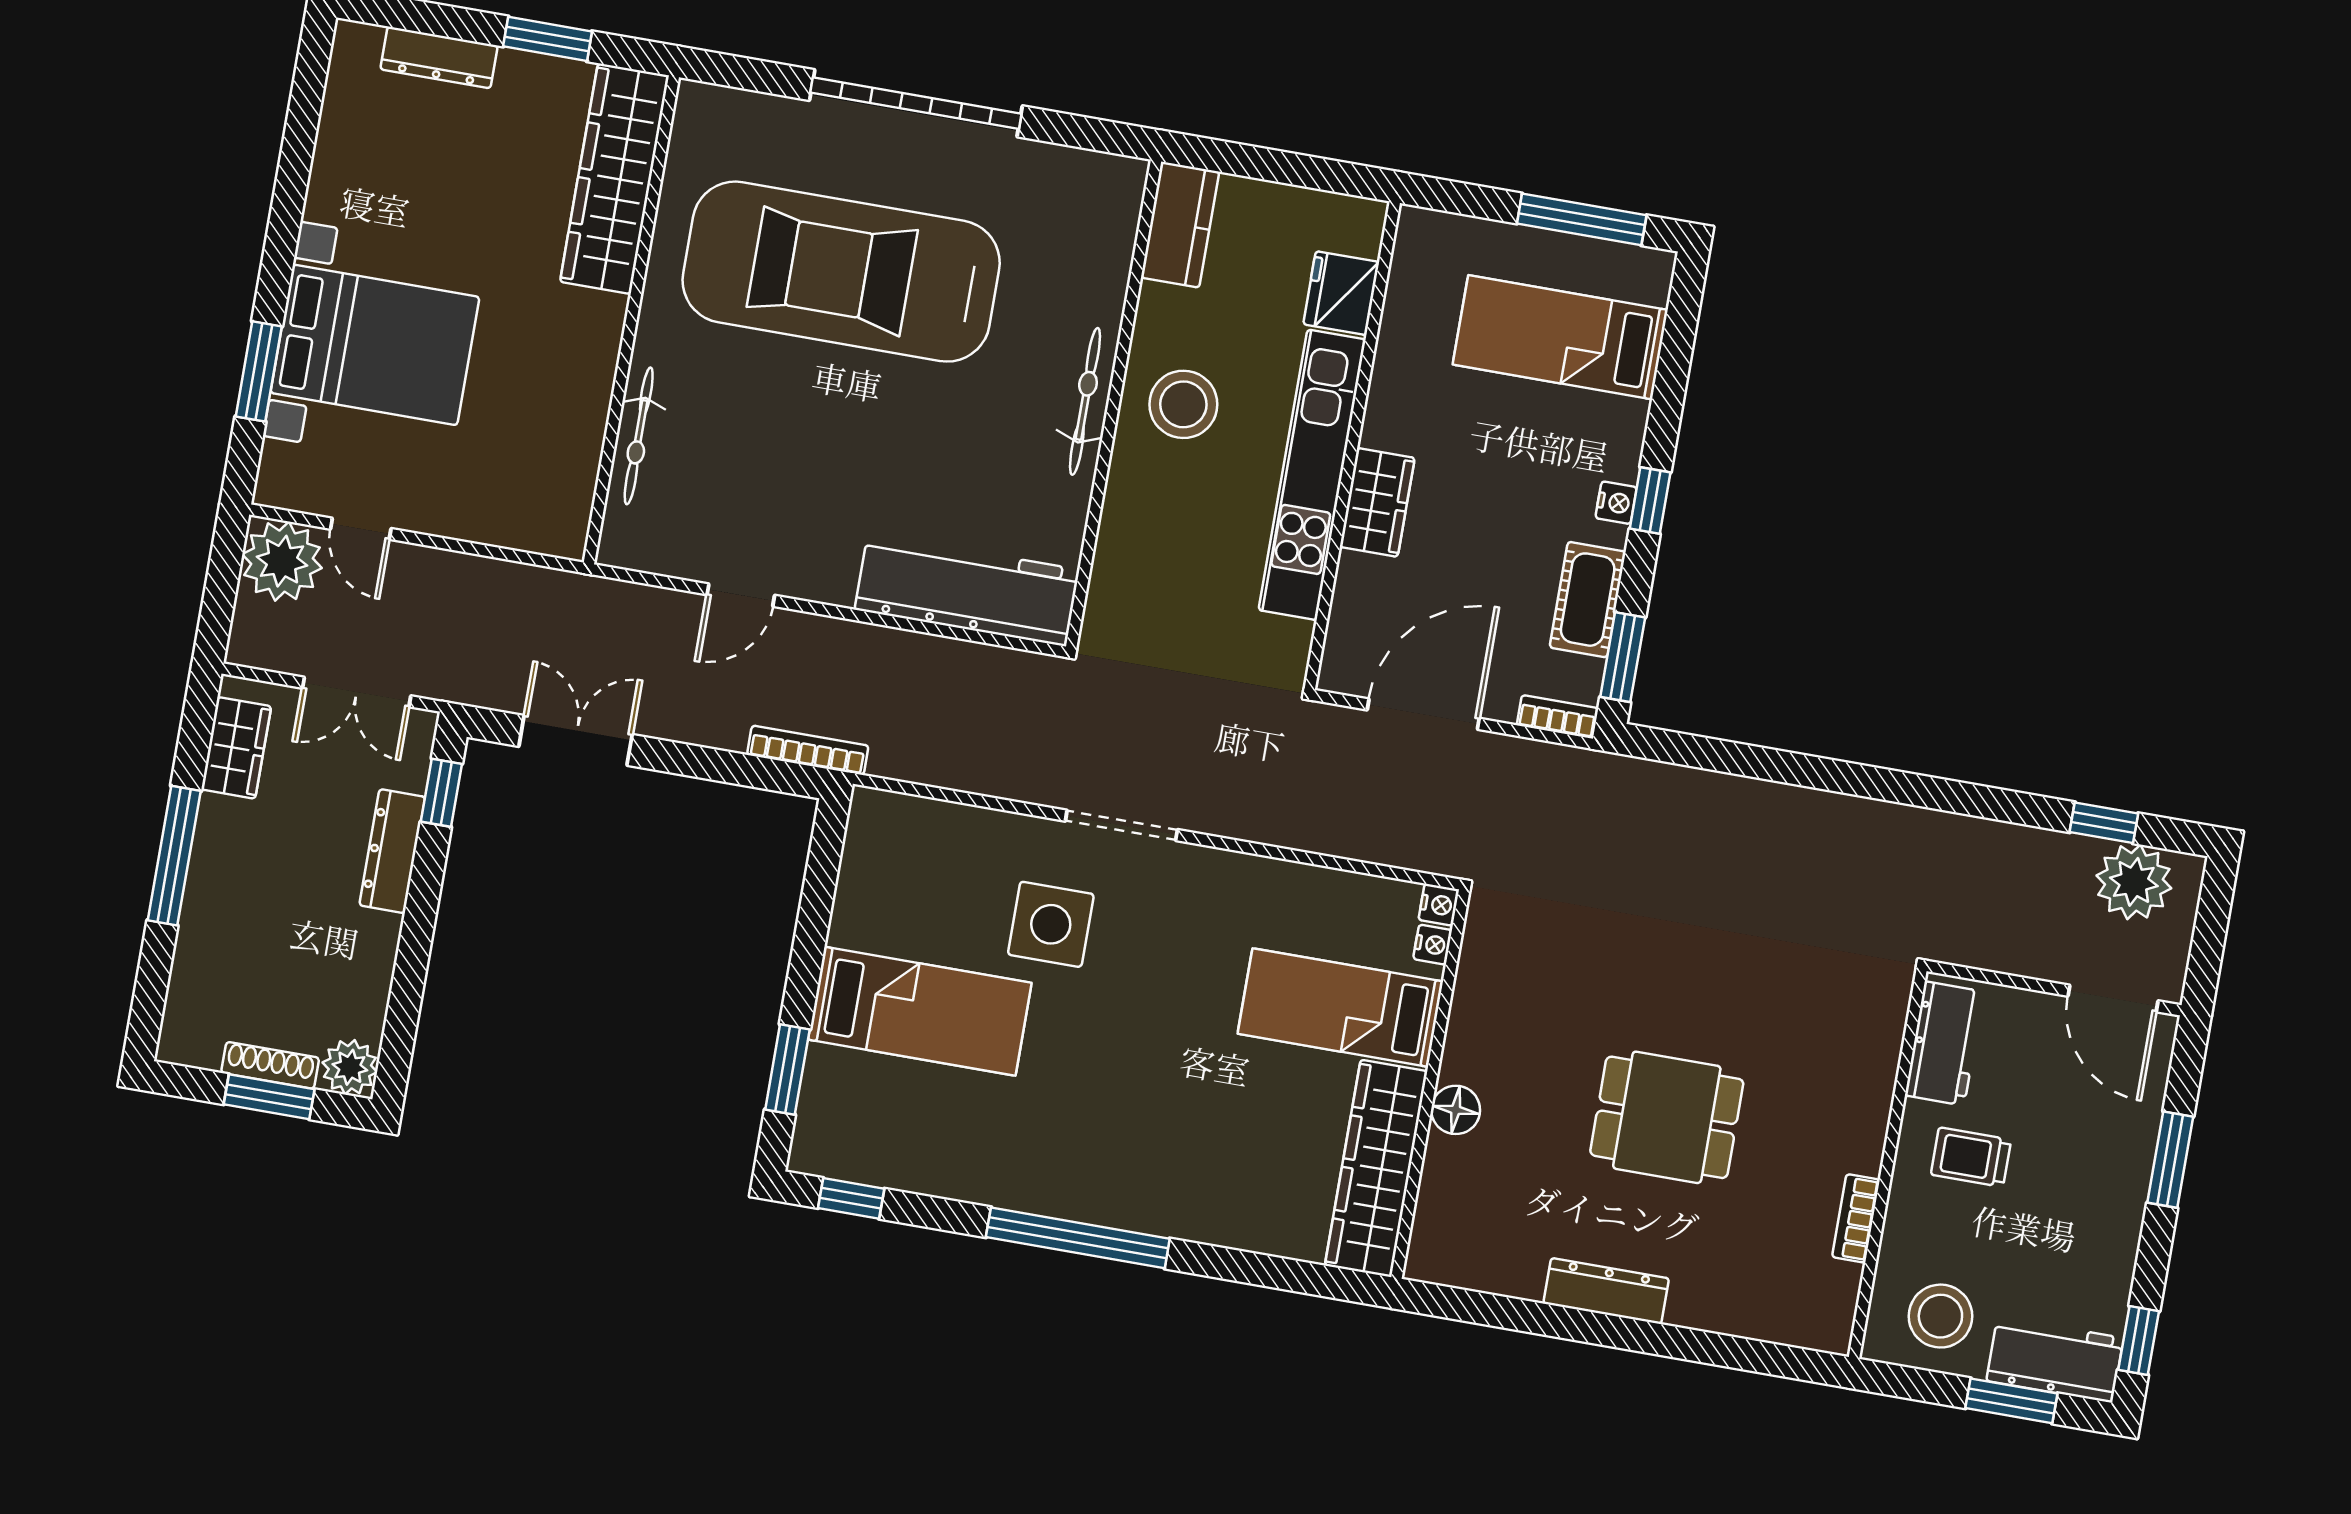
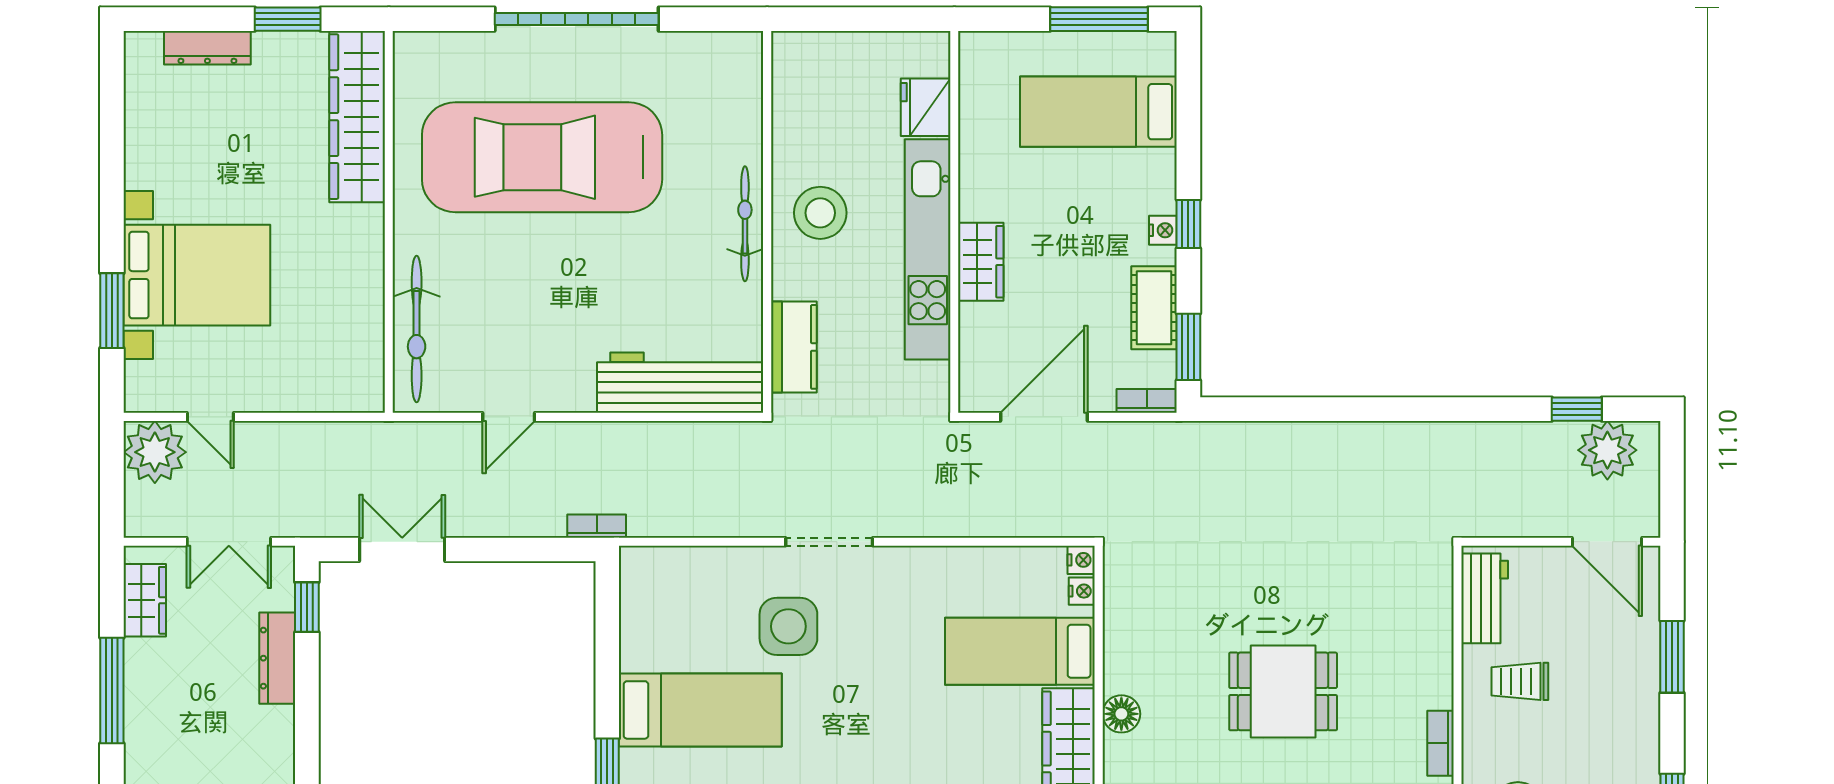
kitchen counter: (1180, 225) -> (794, 347), moved
bicycle: (639, 436) -> (417, 329), width x1.37, depth x1.40
bookcase: (808, 750) -> (597, 526), width x0.64

